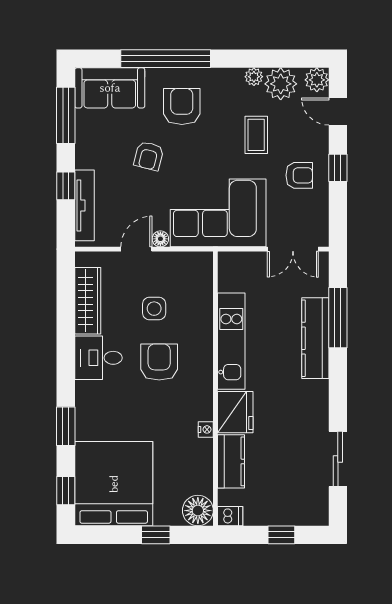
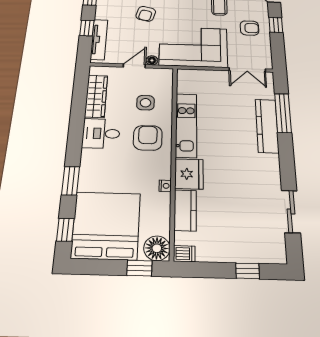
kitchen unit: (231, 341) -> (186, 125), moved
wall: (215, 389) -> (173, 157), moved
fridge: (235, 412) -> (189, 174), moved
nightstand: (206, 429) -> (165, 186), moved
kitchen counter: (231, 461) -> (185, 210), moved
floor lamp: (198, 511) -> (157, 248), moved
dishwasher: (230, 516) -> (184, 254), moved

